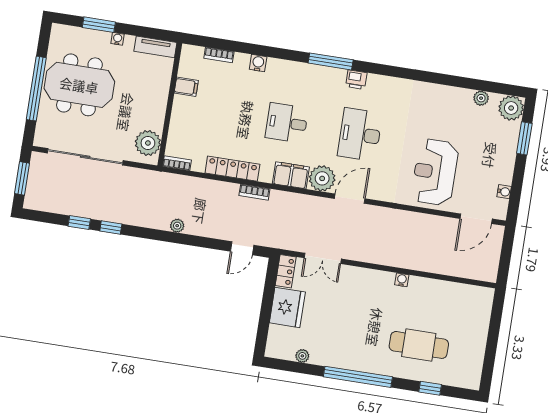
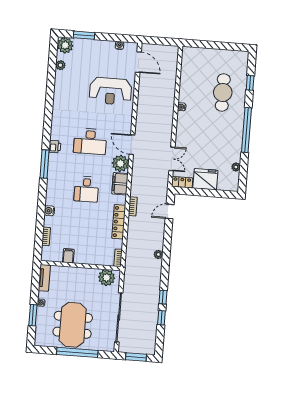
door: (242, 248) -> (170, 211), swing flipped

